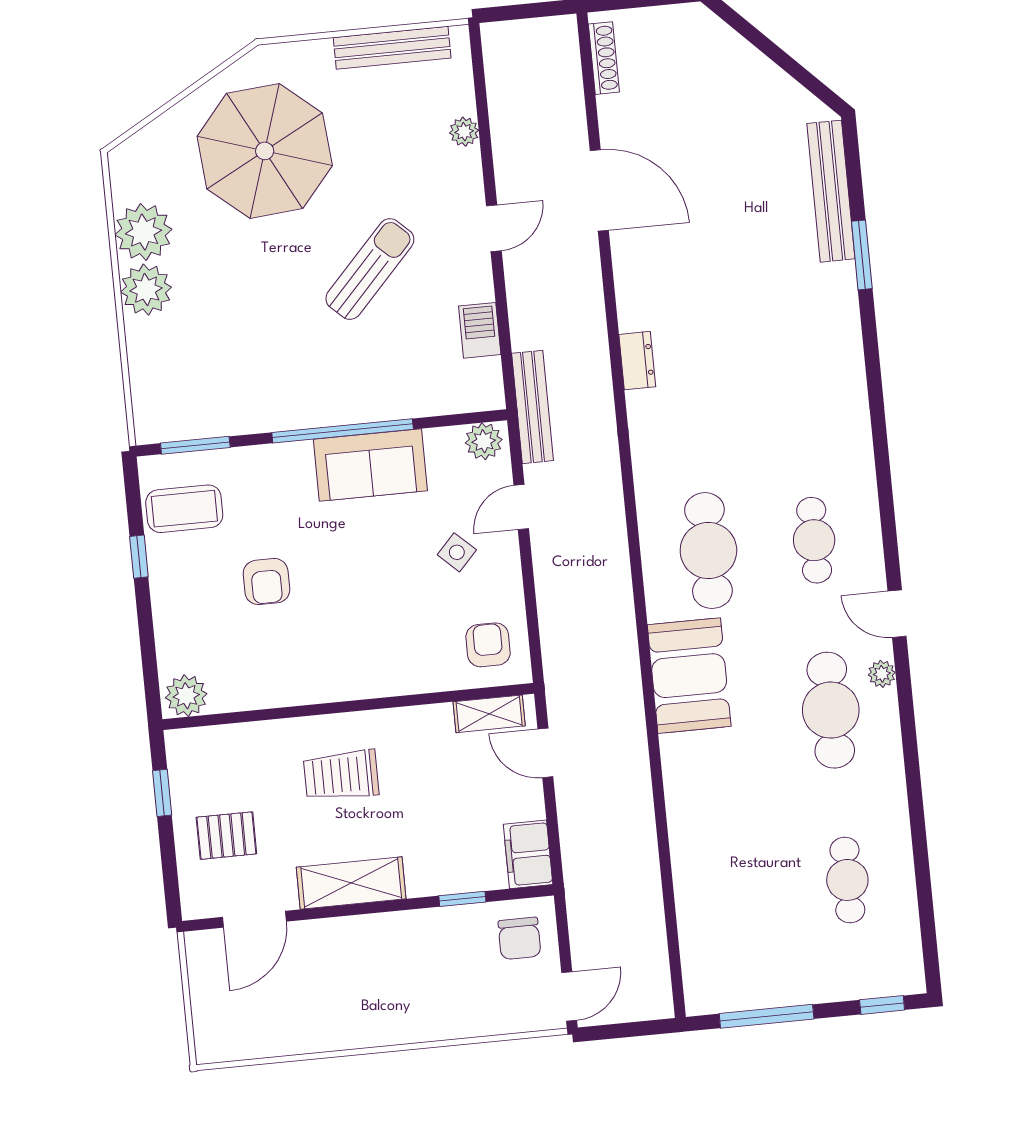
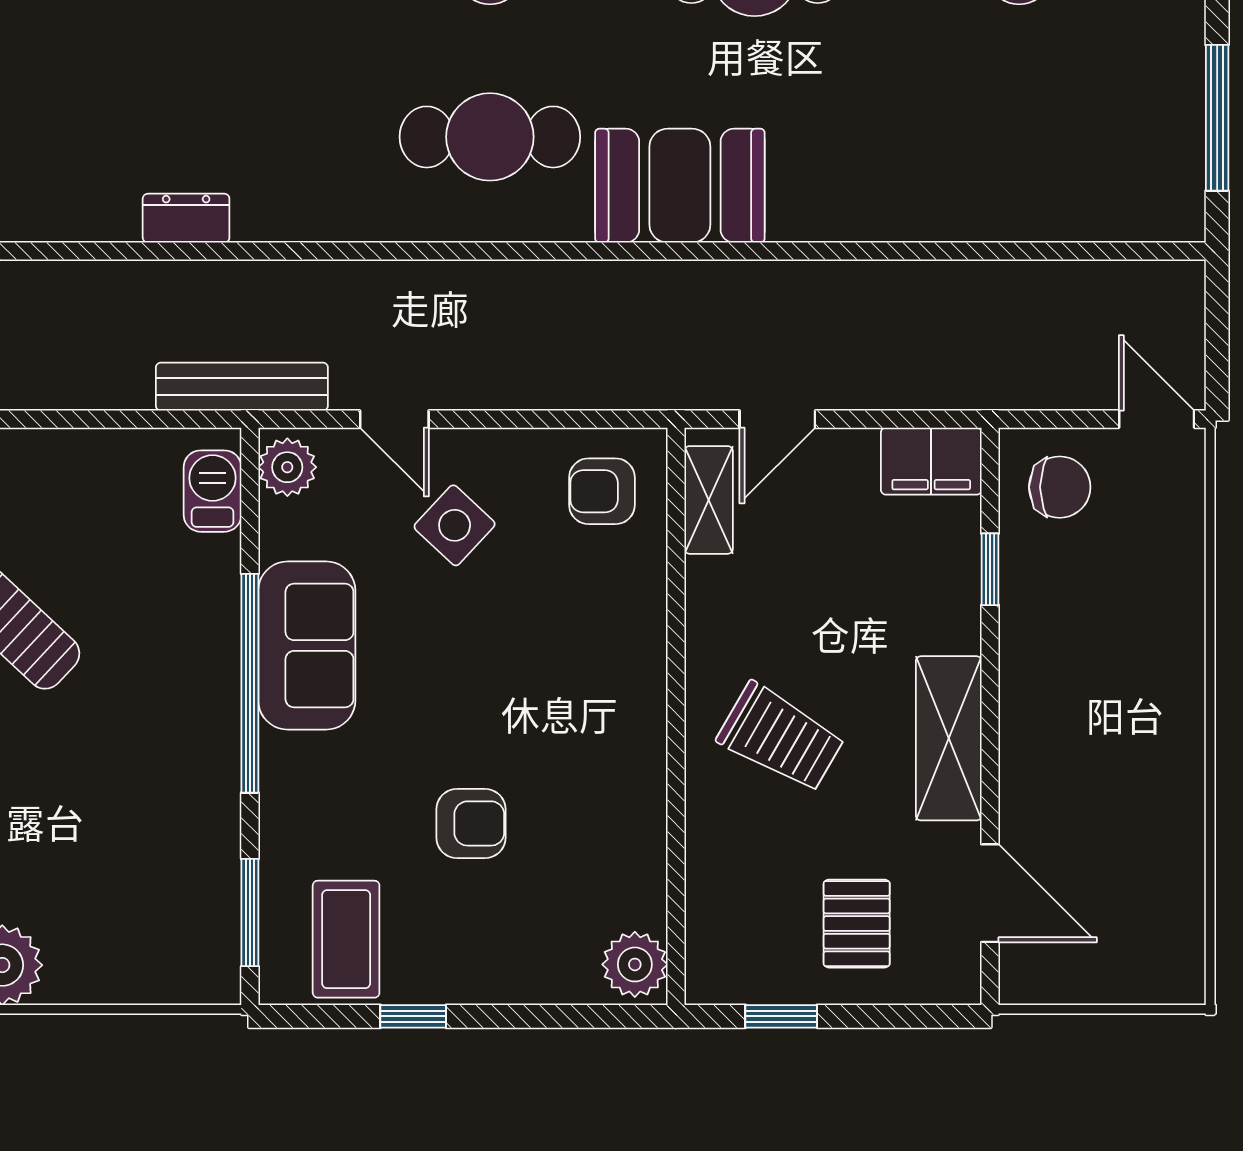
barbecue: (480, 330) -> (212, 491), moved, turned 90
side table: (457, 552) -> (455, 525), width x1.37, depth x1.37
trolley: (341, 775) -> (781, 738), turned -60

